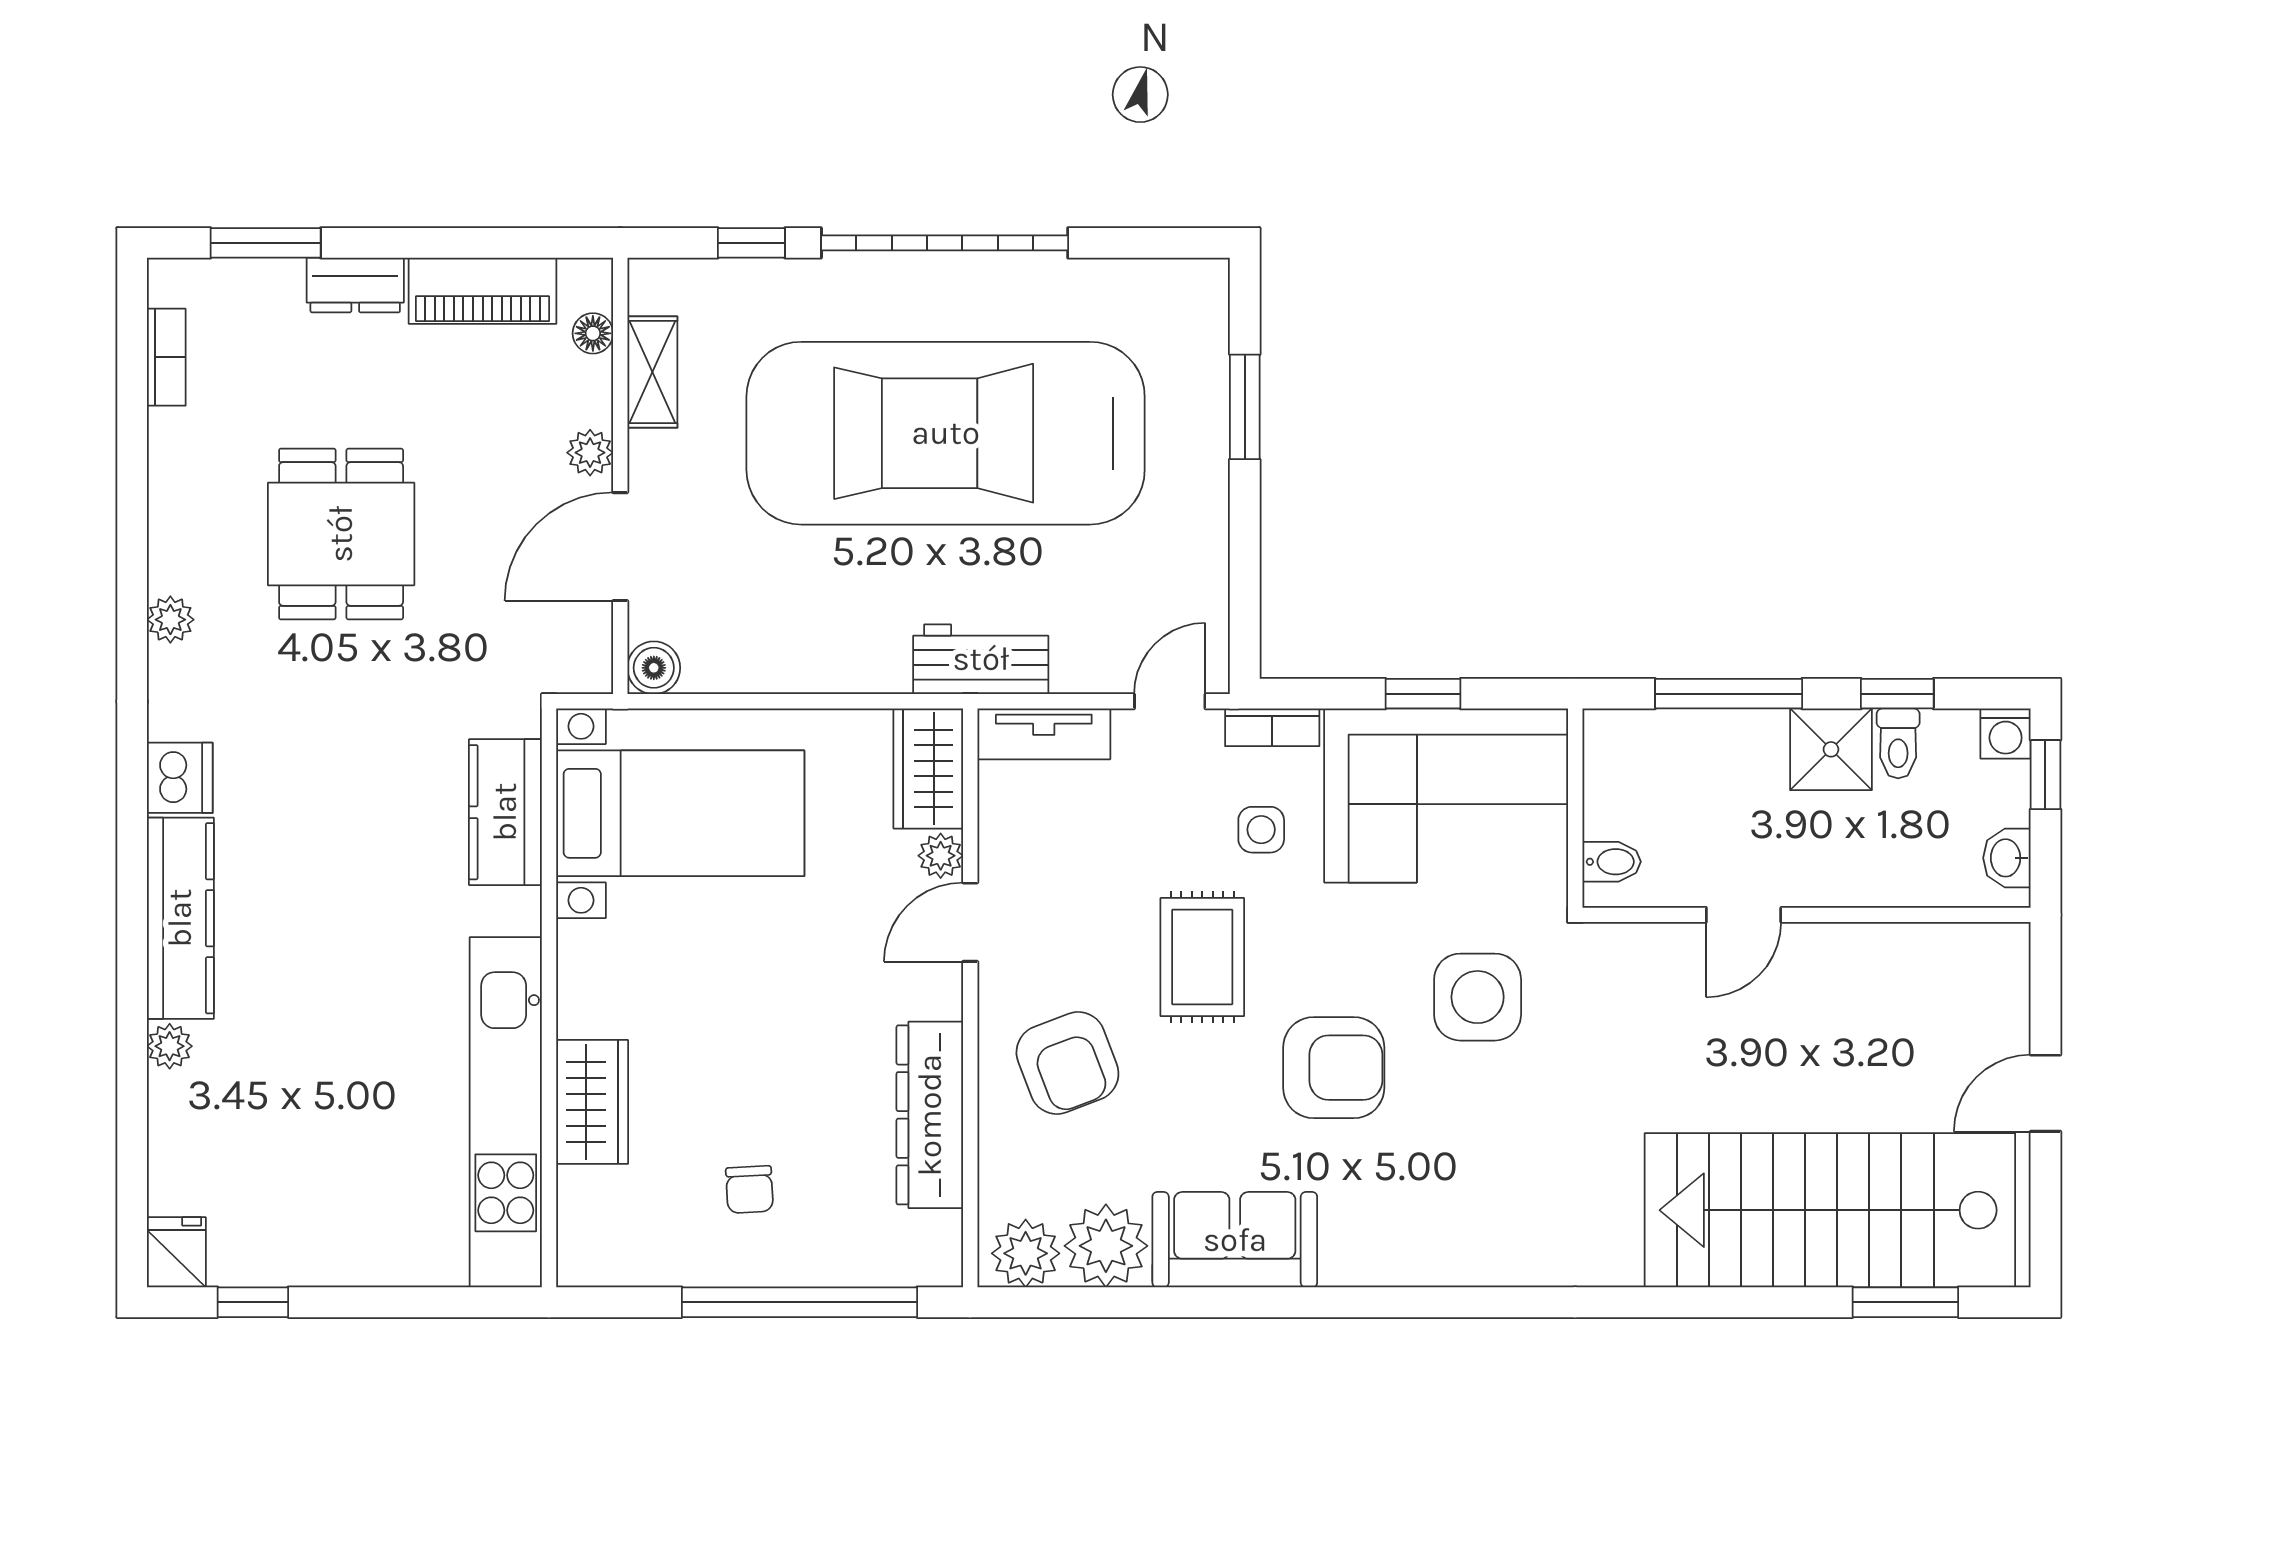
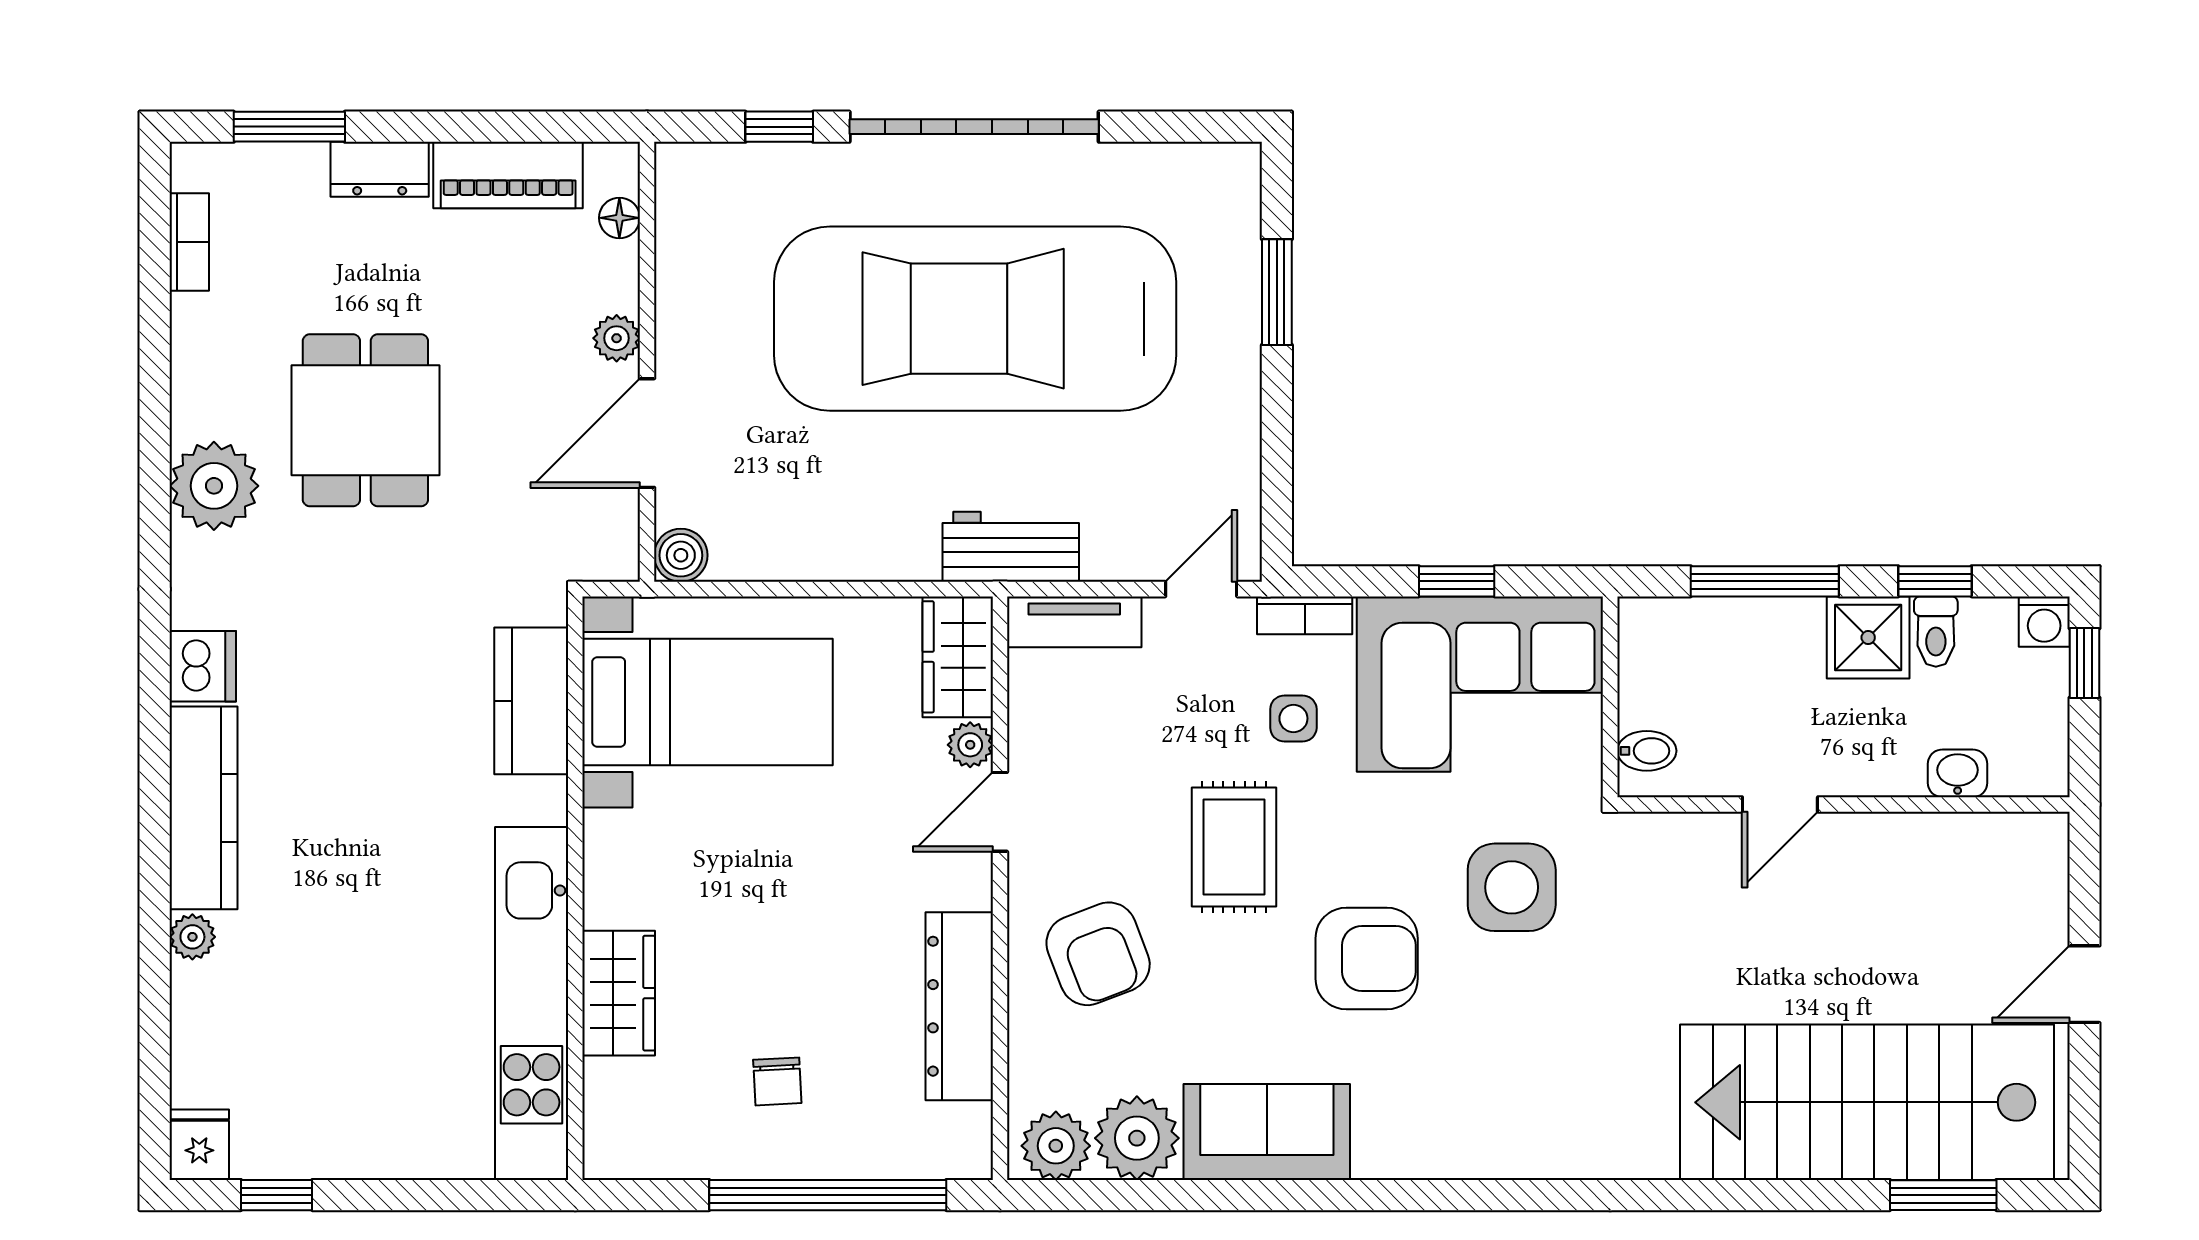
shelving: (652, 372) -> (679, 257), removed
plant: (170, 620) -> (214, 486), width x1.88, depth x1.88
washbasin: (2007, 858) -> (1958, 773), moved, turned 90

